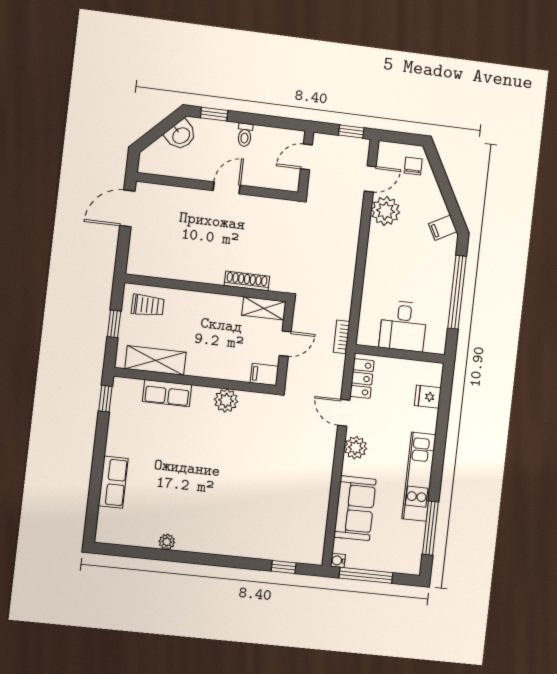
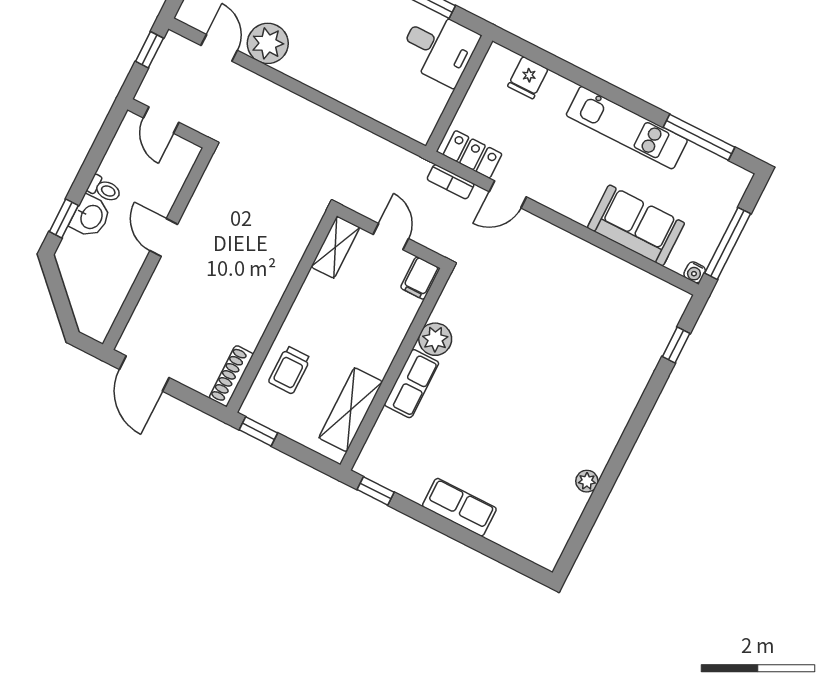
washbasin: (181, 135) -> (91, 217), moved, turned 45
shoe rack: (247, 281) -> (231, 376), moved
trolley: (148, 305) -> (290, 370), moved, turned 180
window: (114, 324) -> (258, 431), moved
desk: (403, 326) -> (439, 48), moved
bookcase: (342, 337) -> (451, 182), moved
row of seats: (167, 393) -> (412, 384), moved
plant: (356, 448) -> (558, 196), removed
row of seats: (113, 482) -> (459, 507), moved

